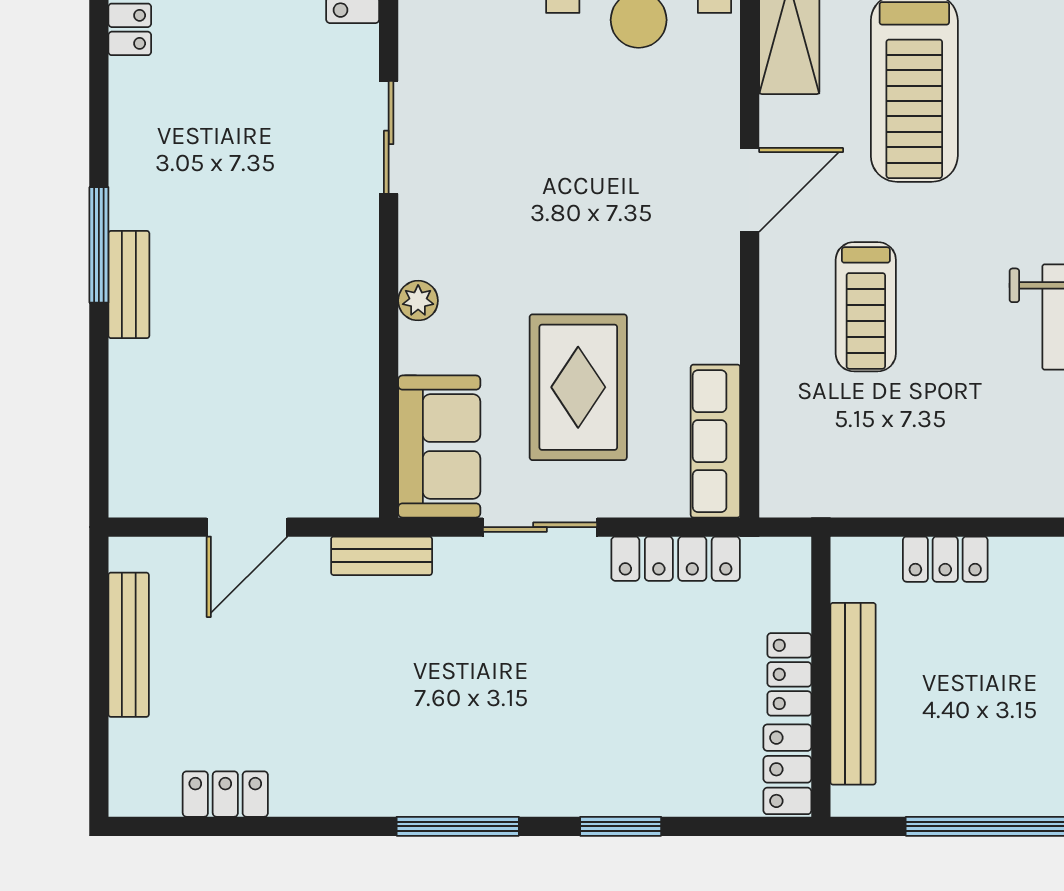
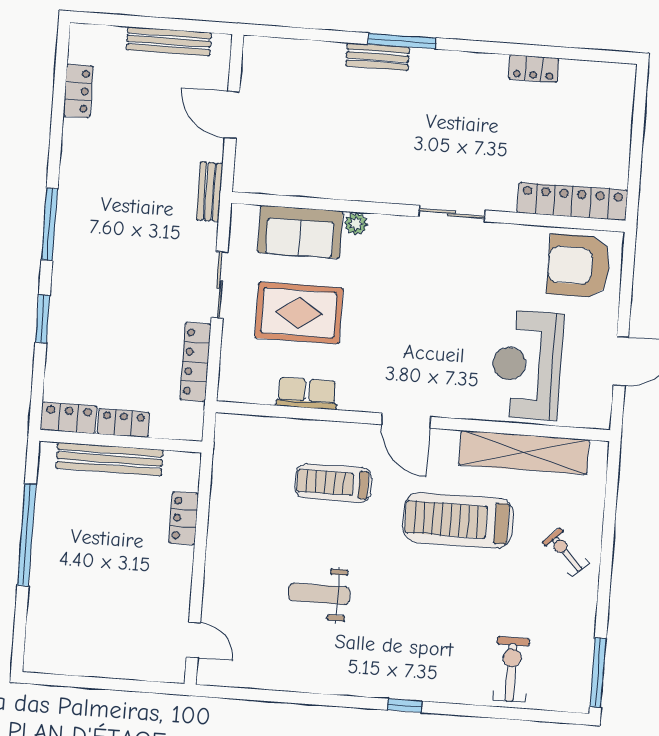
row of seats: (715, 441) -> (307, 393), moved, width x0.68
sofa: (439, 447) -> (300, 232), moved

